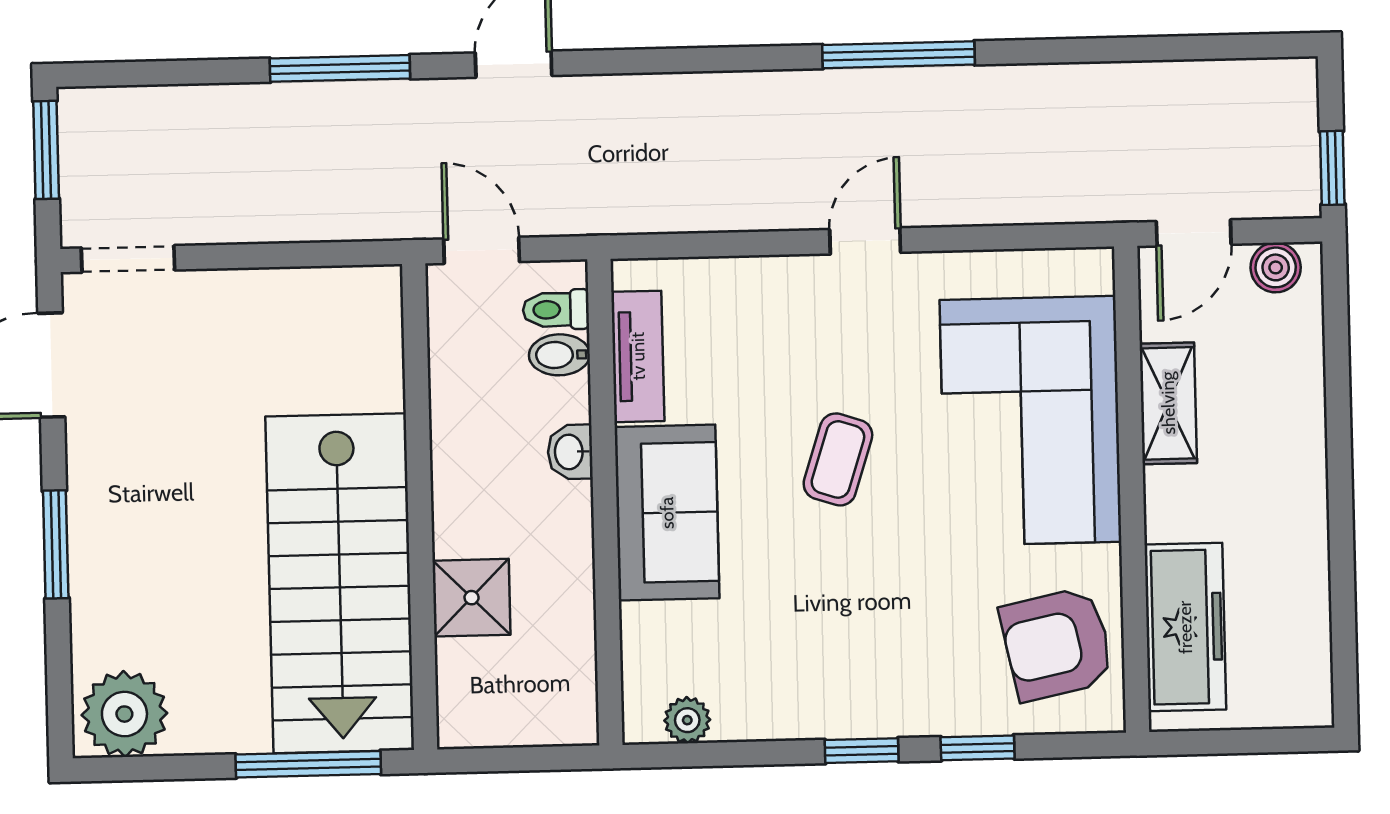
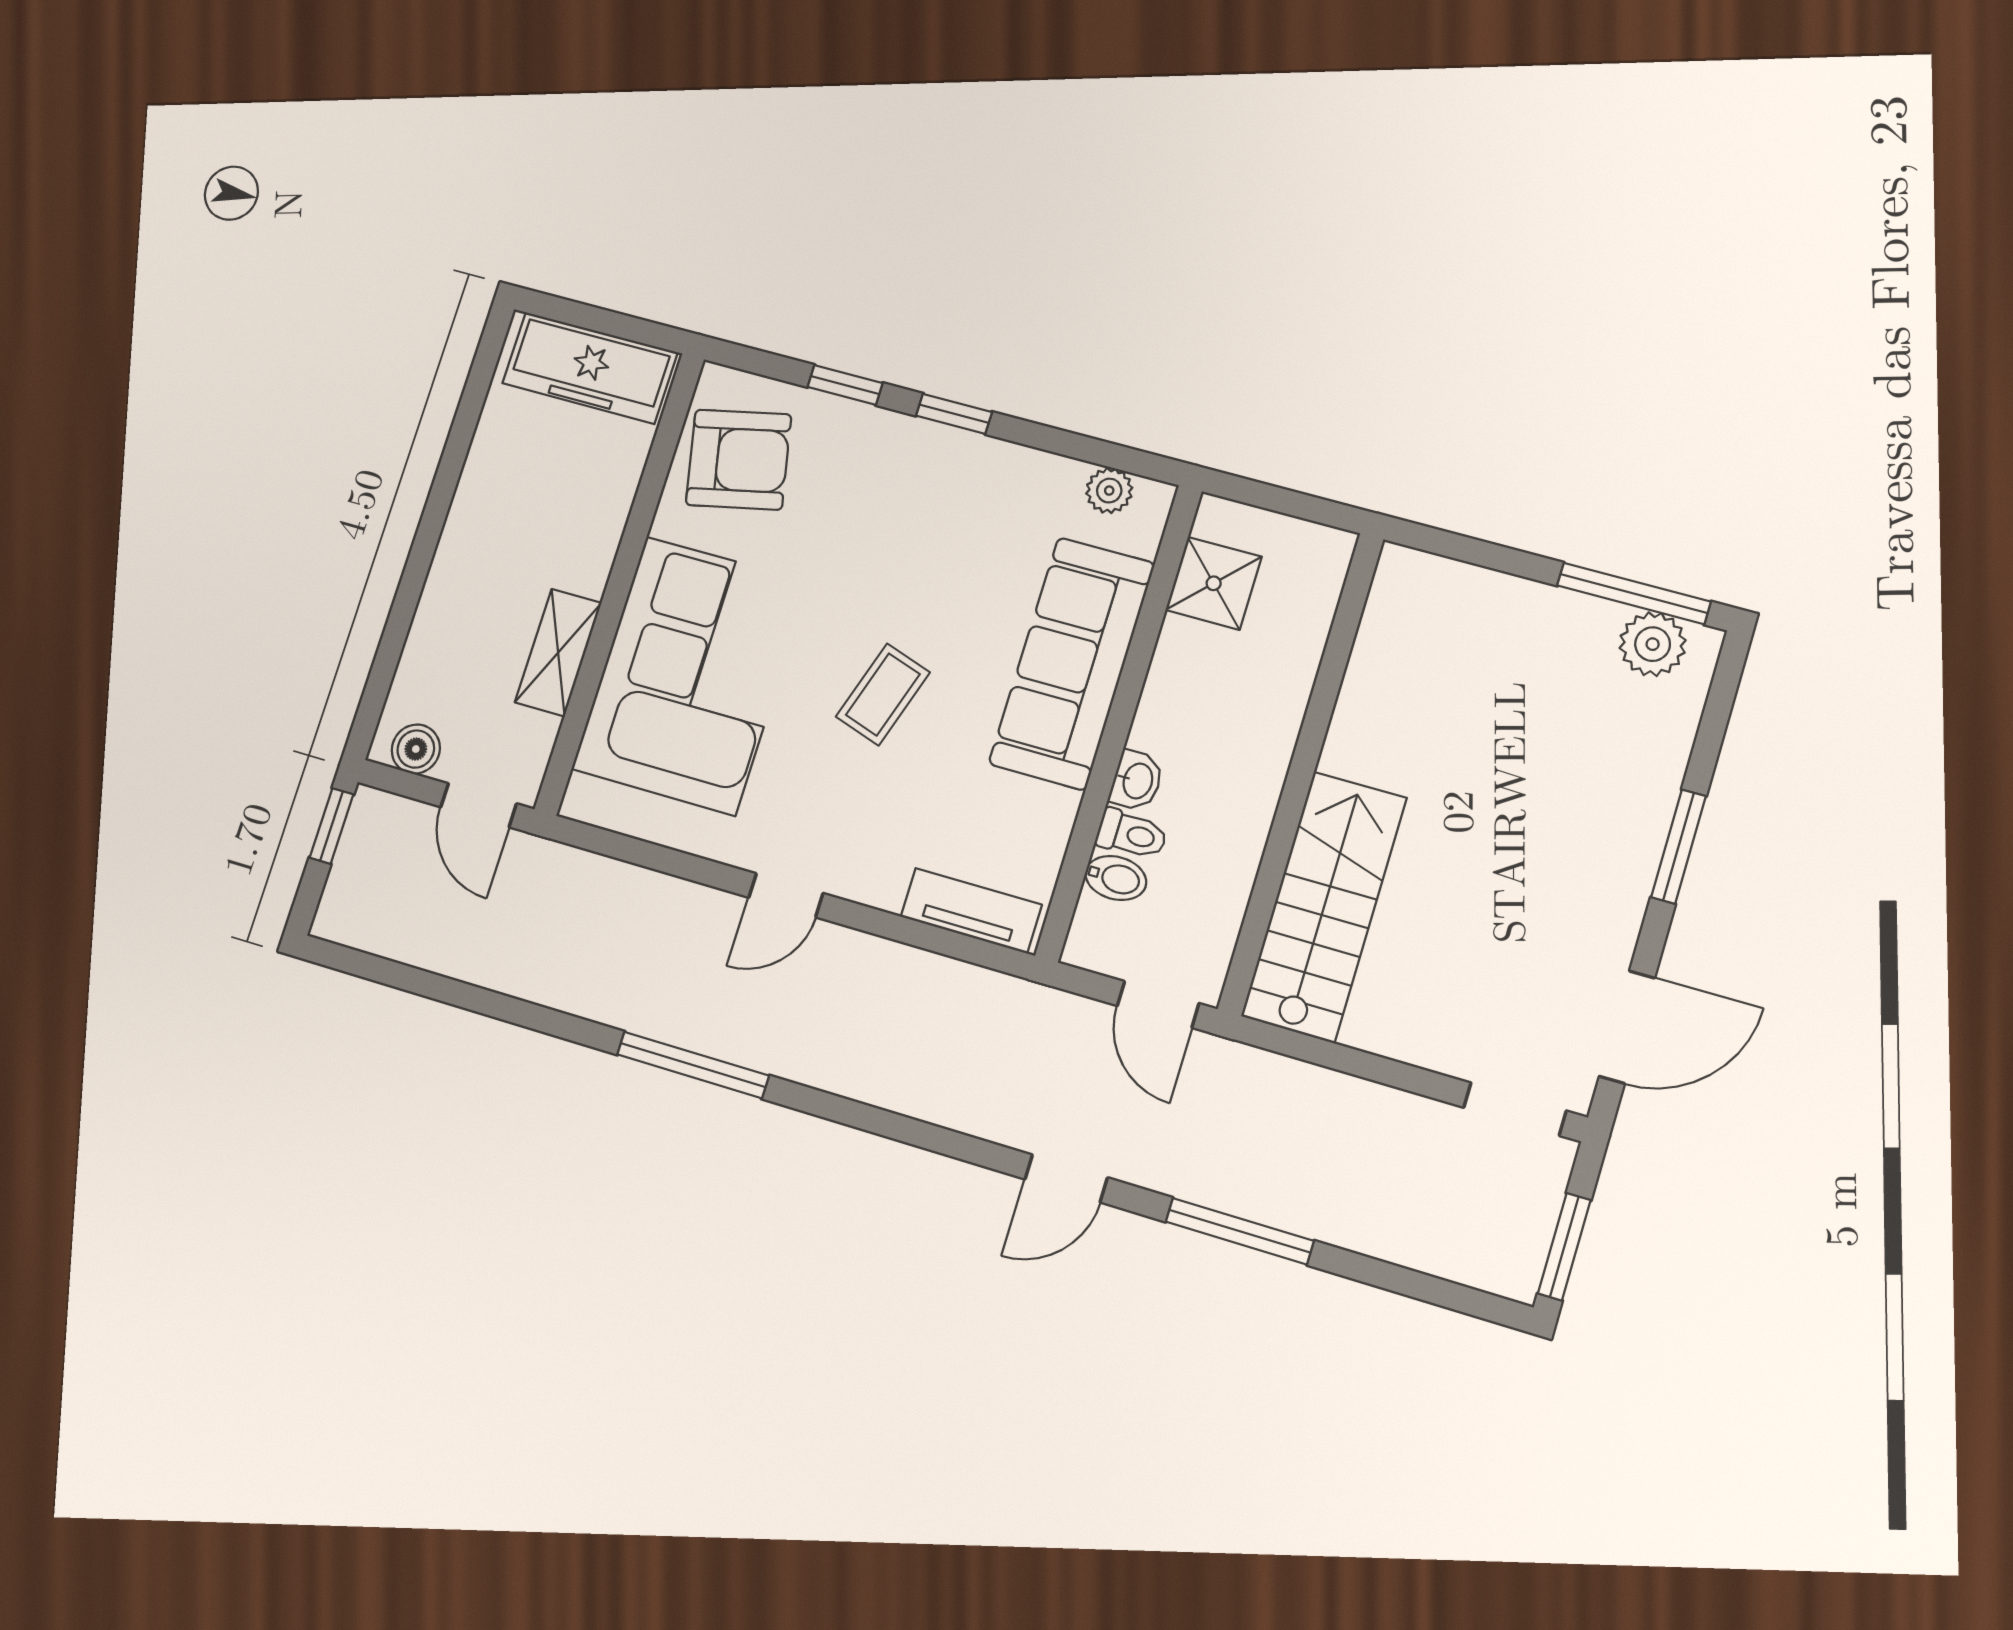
door: (1194, 233) -> (479, 805), swing flipped
toilet: (556, 310) -> (1132, 834), moved
tv unit: (638, 356) -> (971, 911), moved, turned 90
sofa: (667, 513) -> (1072, 663), width x1.36
stairs: (340, 583) -> (1324, 907), moved, width x0.73, depth x0.66
shower: (472, 598) -> (1214, 583), moved
freezer: (1185, 627) -> (590, 368), moved, turned -90
plant: (124, 714) -> (1653, 644), width x0.73, depth x0.73
window: (308, 764) -> (1634, 594), moved

